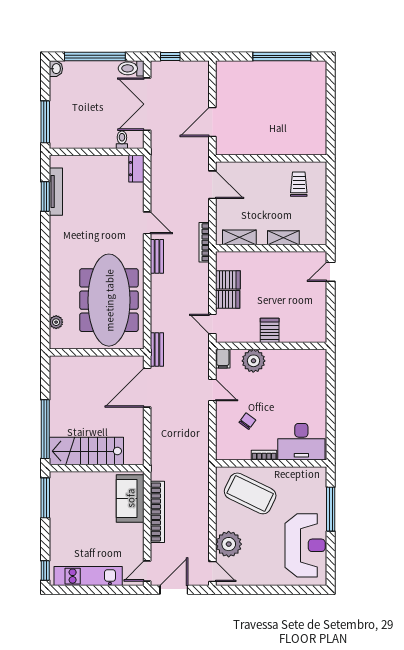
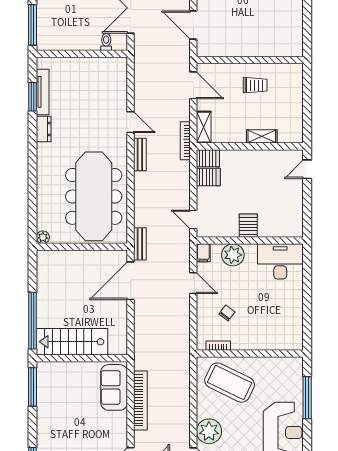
door: (212, 122) -> (193, 25), hinge flipped
dresser: (136, 169) -> (44, 129), moved, turned 180
trolley: (299, 184) -> (255, 85), moved, turned 90
shelving: (239, 237) -> (204, 127), moved, turned 90
server rack: (228, 299) -> (208, 158), moved
plant: (56, 322) -> (43, 237), moved
desk: (301, 442) -> (280, 261), moved, turned 180
bookcase: (264, 455) -> (218, 346), moved

